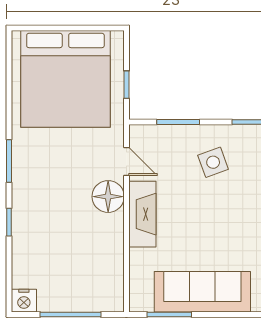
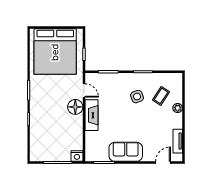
side table: (213, 162) -> (137, 97), moved
sofa: (202, 292) -> (126, 152), width x0.73
nightstand: (24, 301) -> (77, 156), moved

